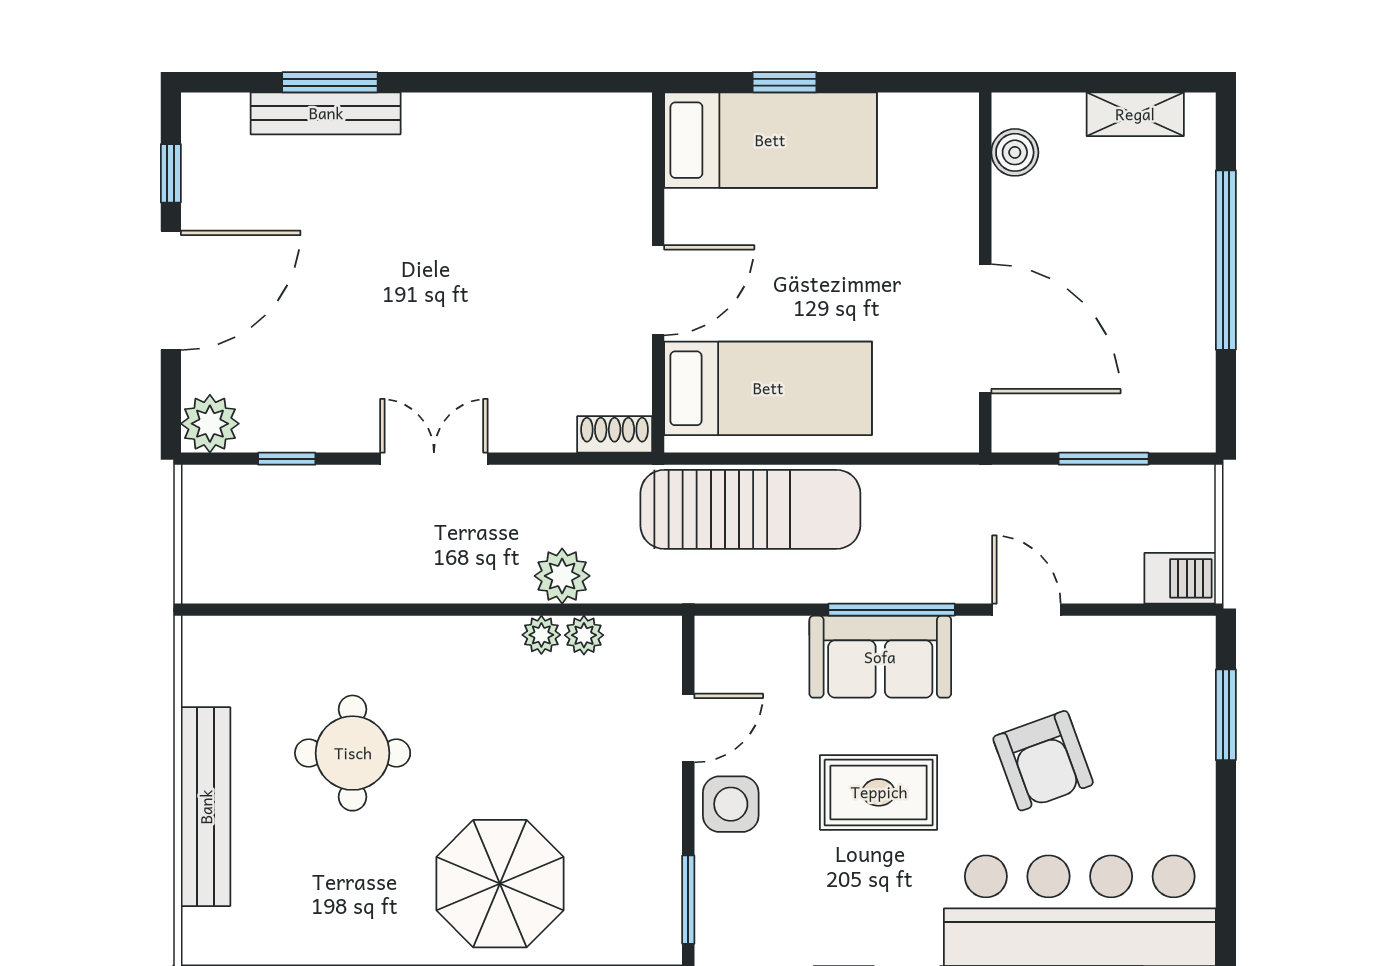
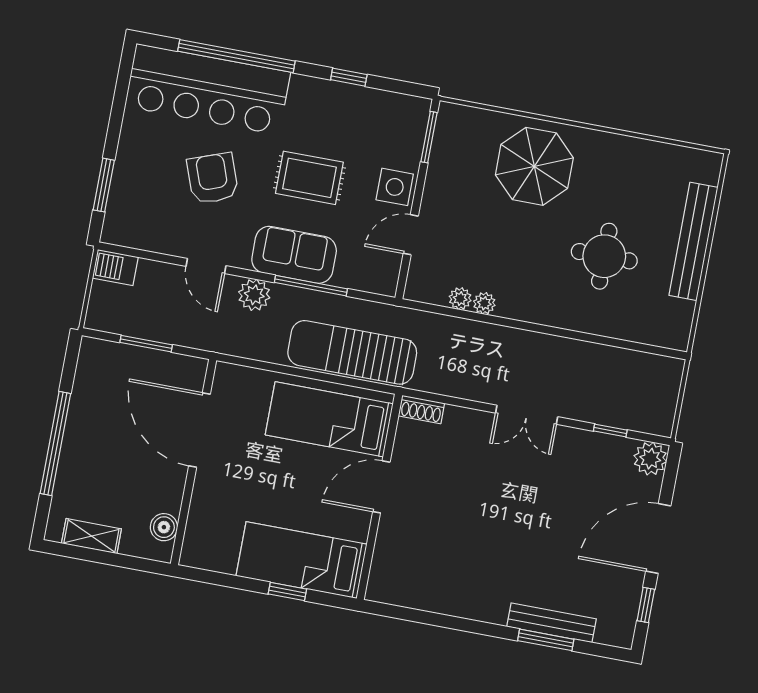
plant: (562, 576) -> (254, 295), moved
window: (892, 610) -> (311, 286), moved

